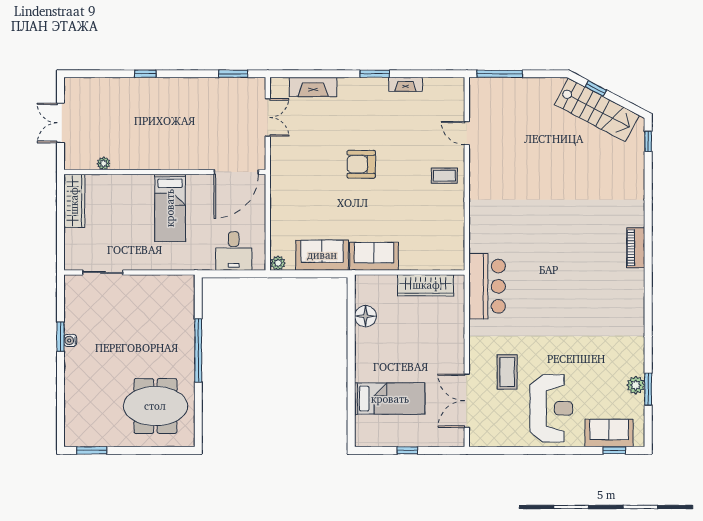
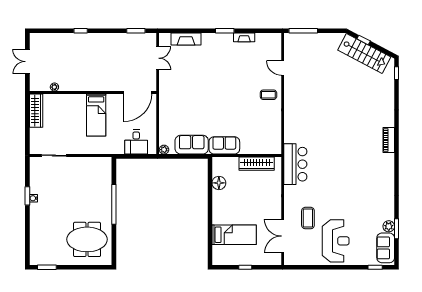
armchair: (361, 164) -> (216, 88), removed
sofa: (609, 433) -> (386, 248), moved, turned -90

